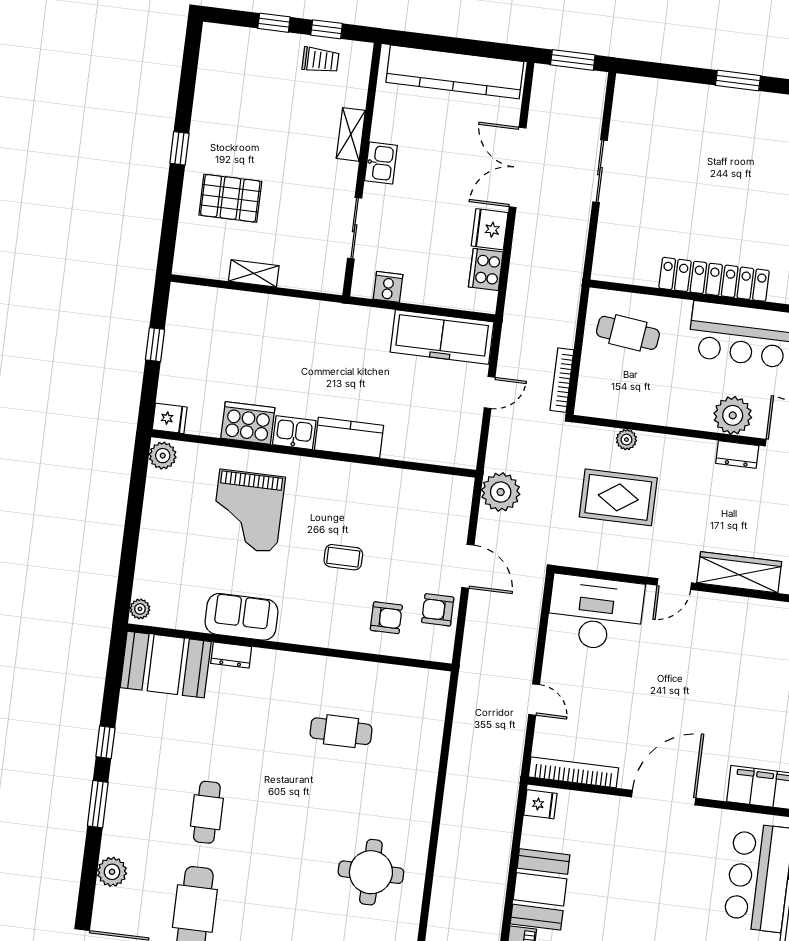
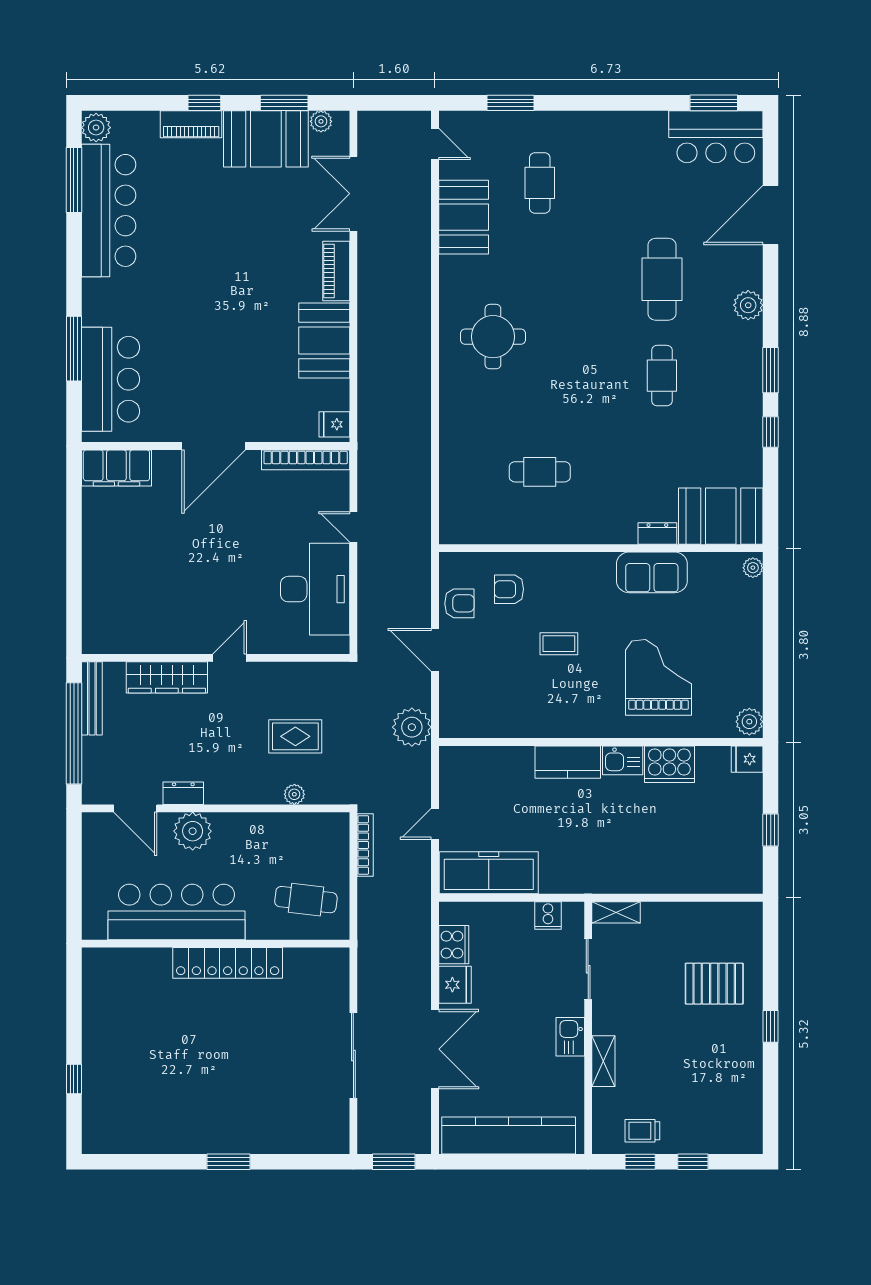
sliding door: (600, 171) -> (353, 1056), width x1.37
shelving: (254, 273) -> (616, 912), moved
rug: (618, 497) -> (295, 736), width x0.73, depth x0.70
desk: (595, 613) -> (315, 589), moved, turned -90

